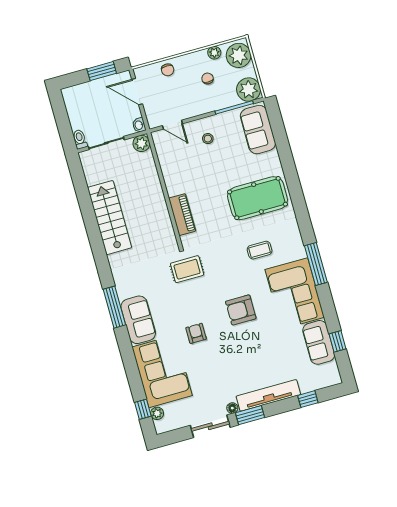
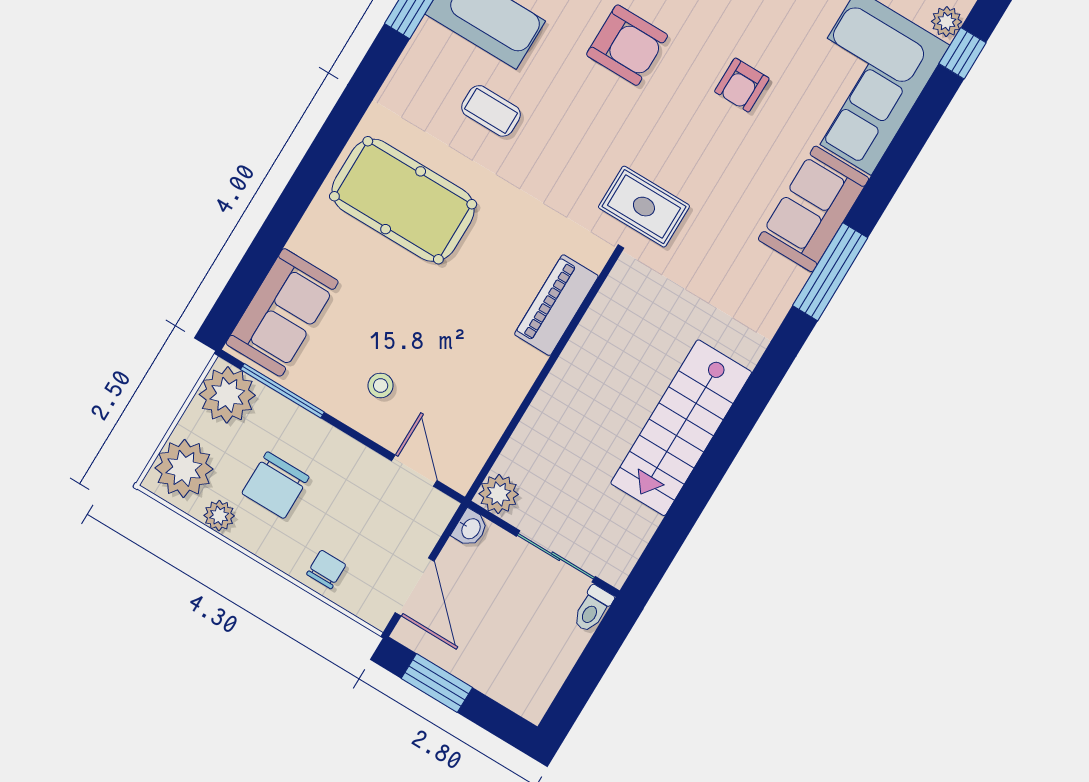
chair: (208, 78) -> (276, 485), width x1.87, depth x1.87

